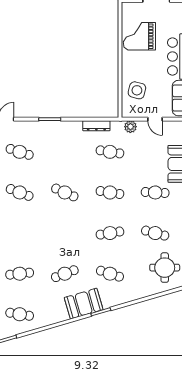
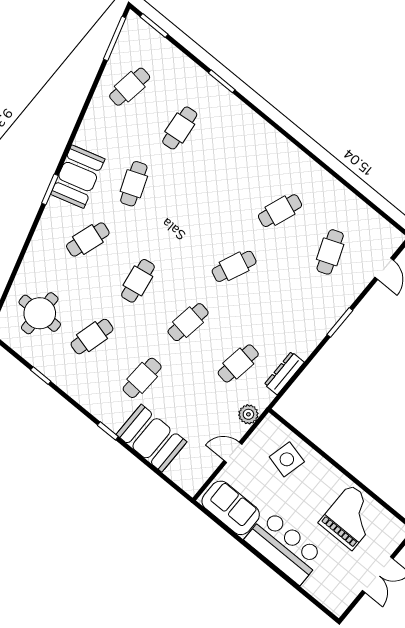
cafe table: (20, 152) -> (330, 252), turned -39

